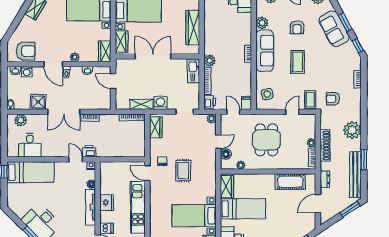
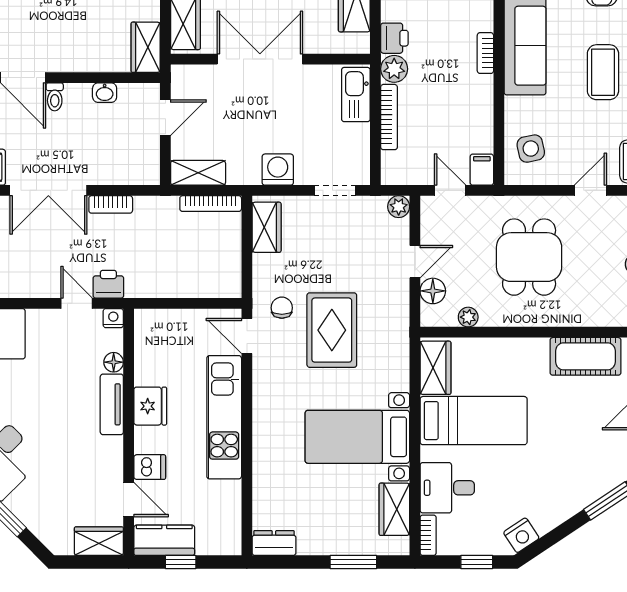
plant: (75, 57) -> (74, 61), removed
door: (113, 81) -> (165, 118), swing flipped
printer: (210, 102) -> (394, 38), moved
shelving: (141, 104) -> (198, 173), moved
rug: (183, 171) -> (332, 330), width x1.36, depth x1.43
tv unit: (91, 207) -> (112, 404), width x0.71

